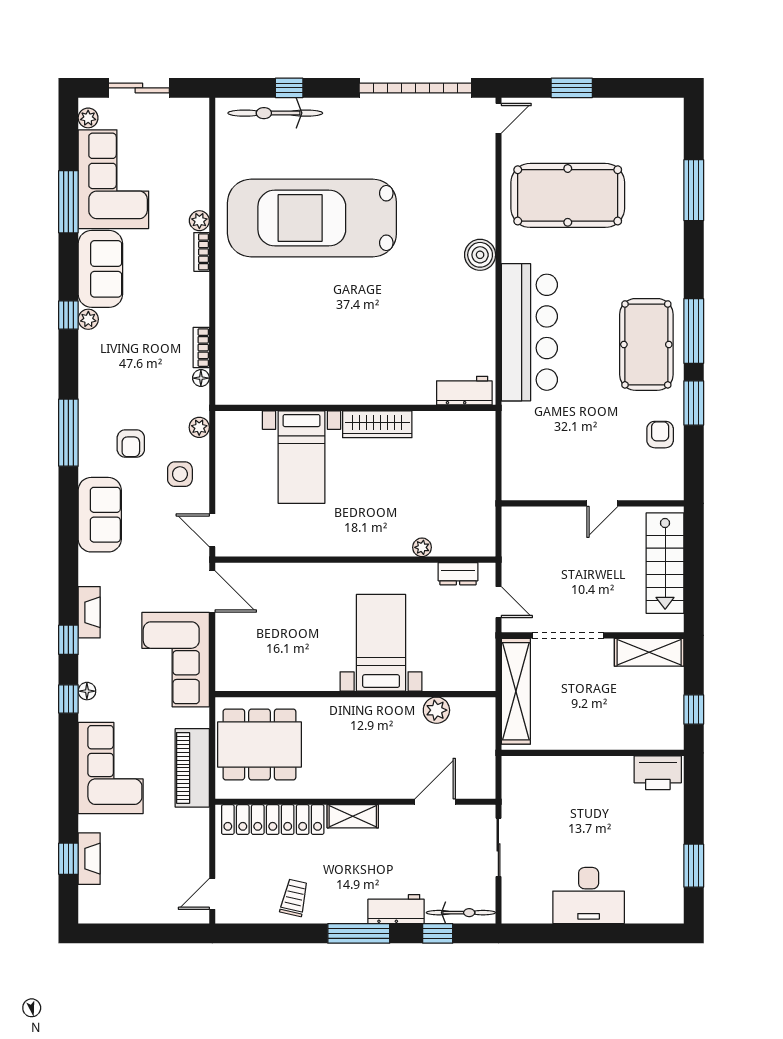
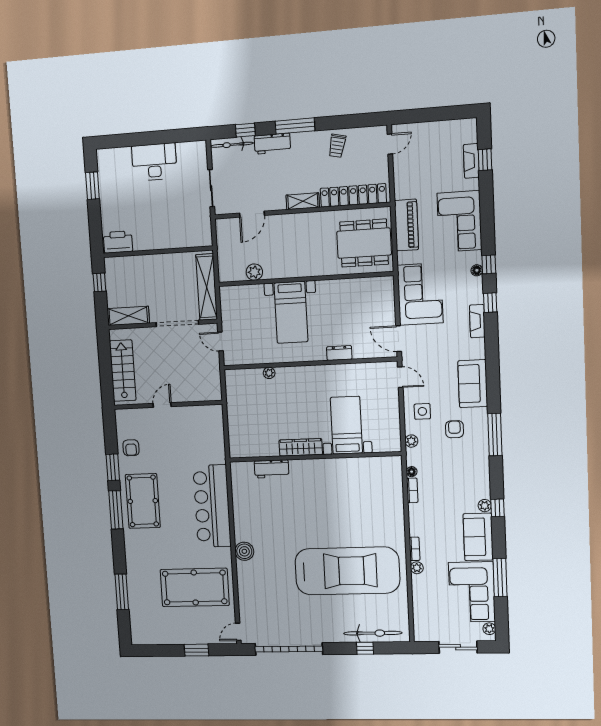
workbench: (464, 391) -> (272, 469), moved
dresser: (458, 574) -> (339, 353), moved

